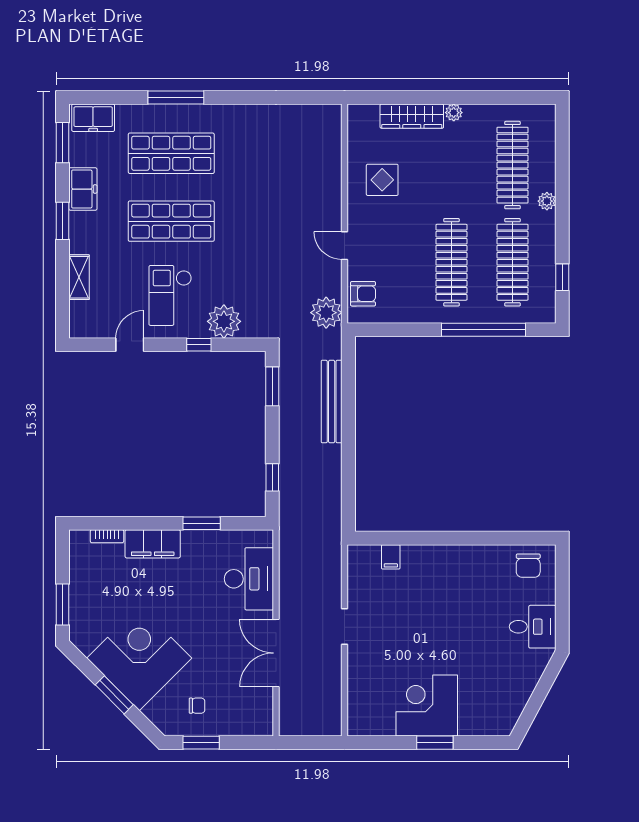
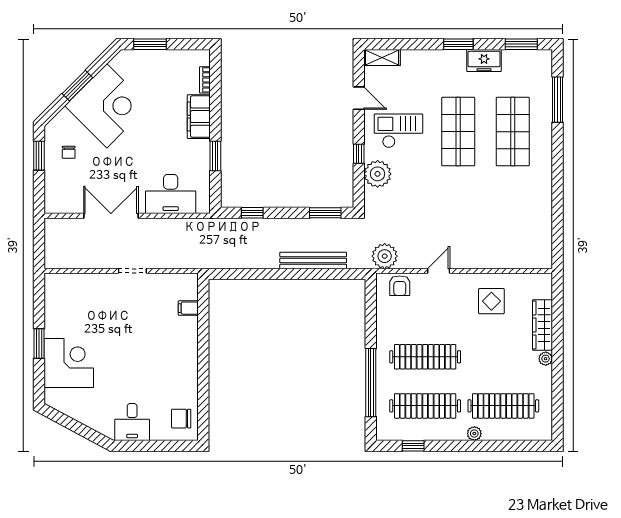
window: (176, 98) -> (558, 100), moved
freezer: (93, 118) -> (541, 69), removed
shelving: (79, 277) -> (382, 57), moved
corner desk: (427, 706) -> (69, 363), moved

